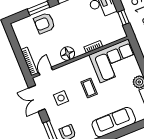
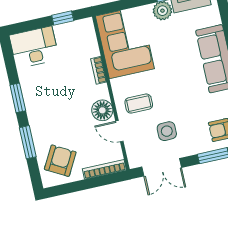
armchair: (44, 23) -> (60, 161), moved, turned -151
door: (46, 71) -> (119, 131), moved
coffee table: (89, 88) -> (139, 104), moved

